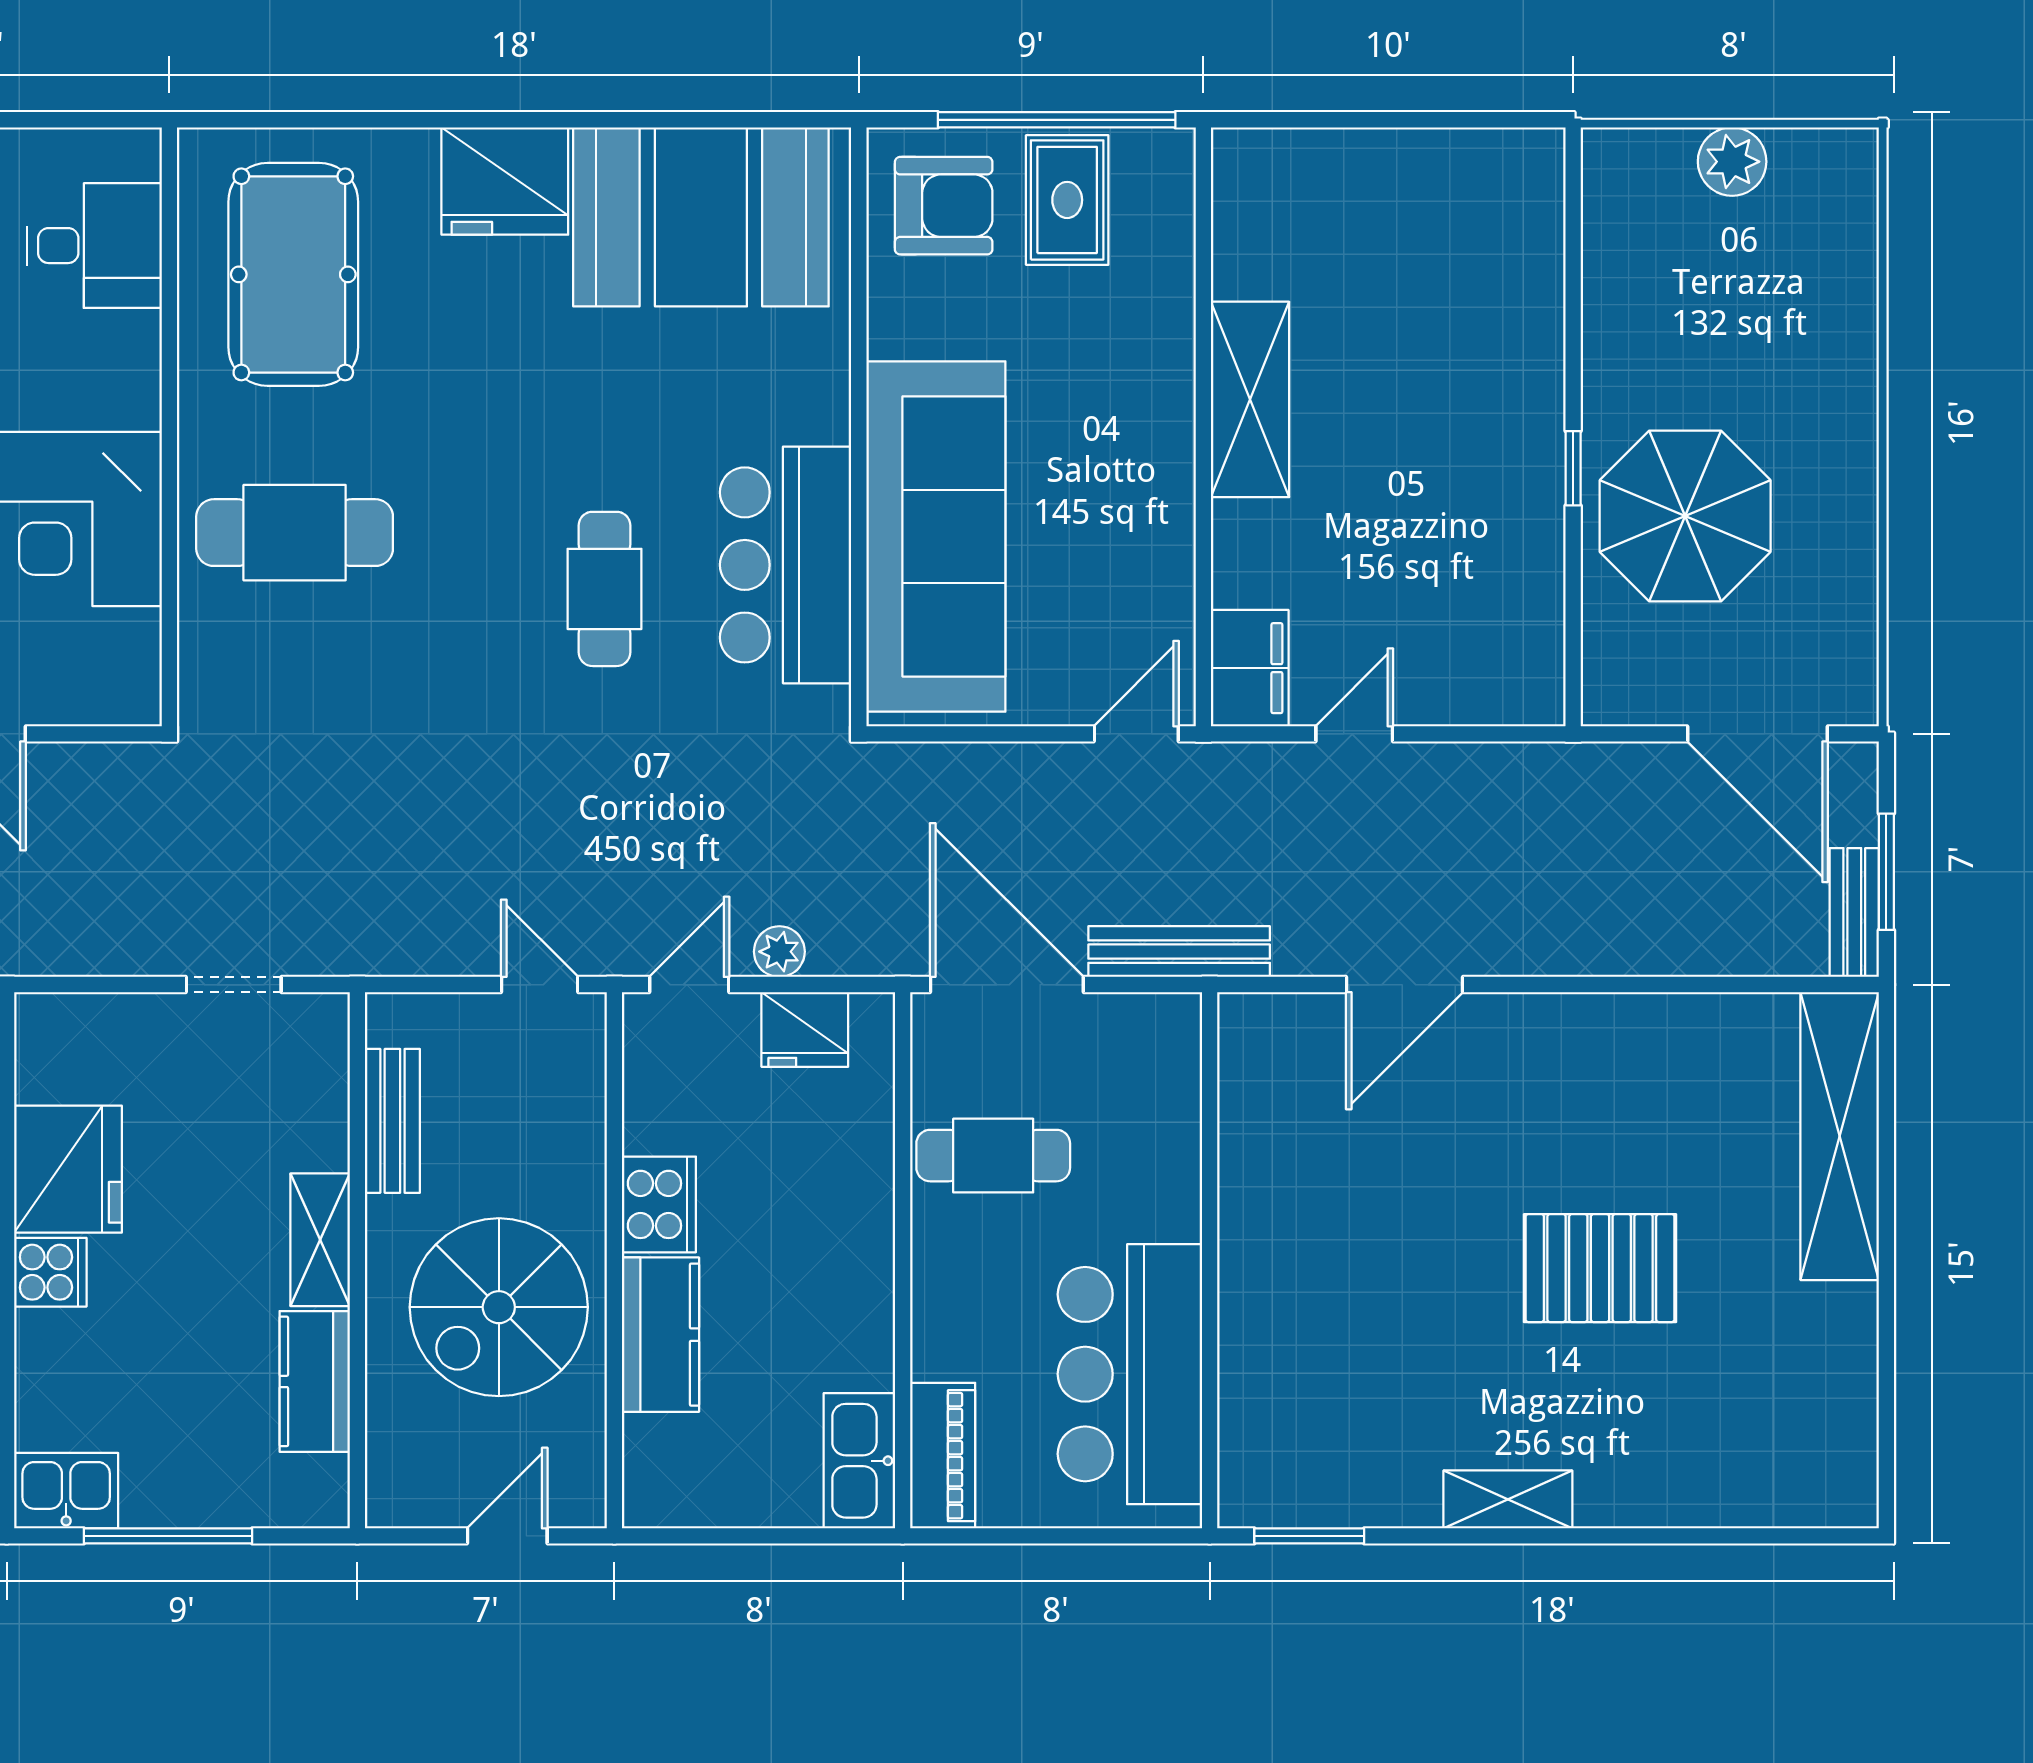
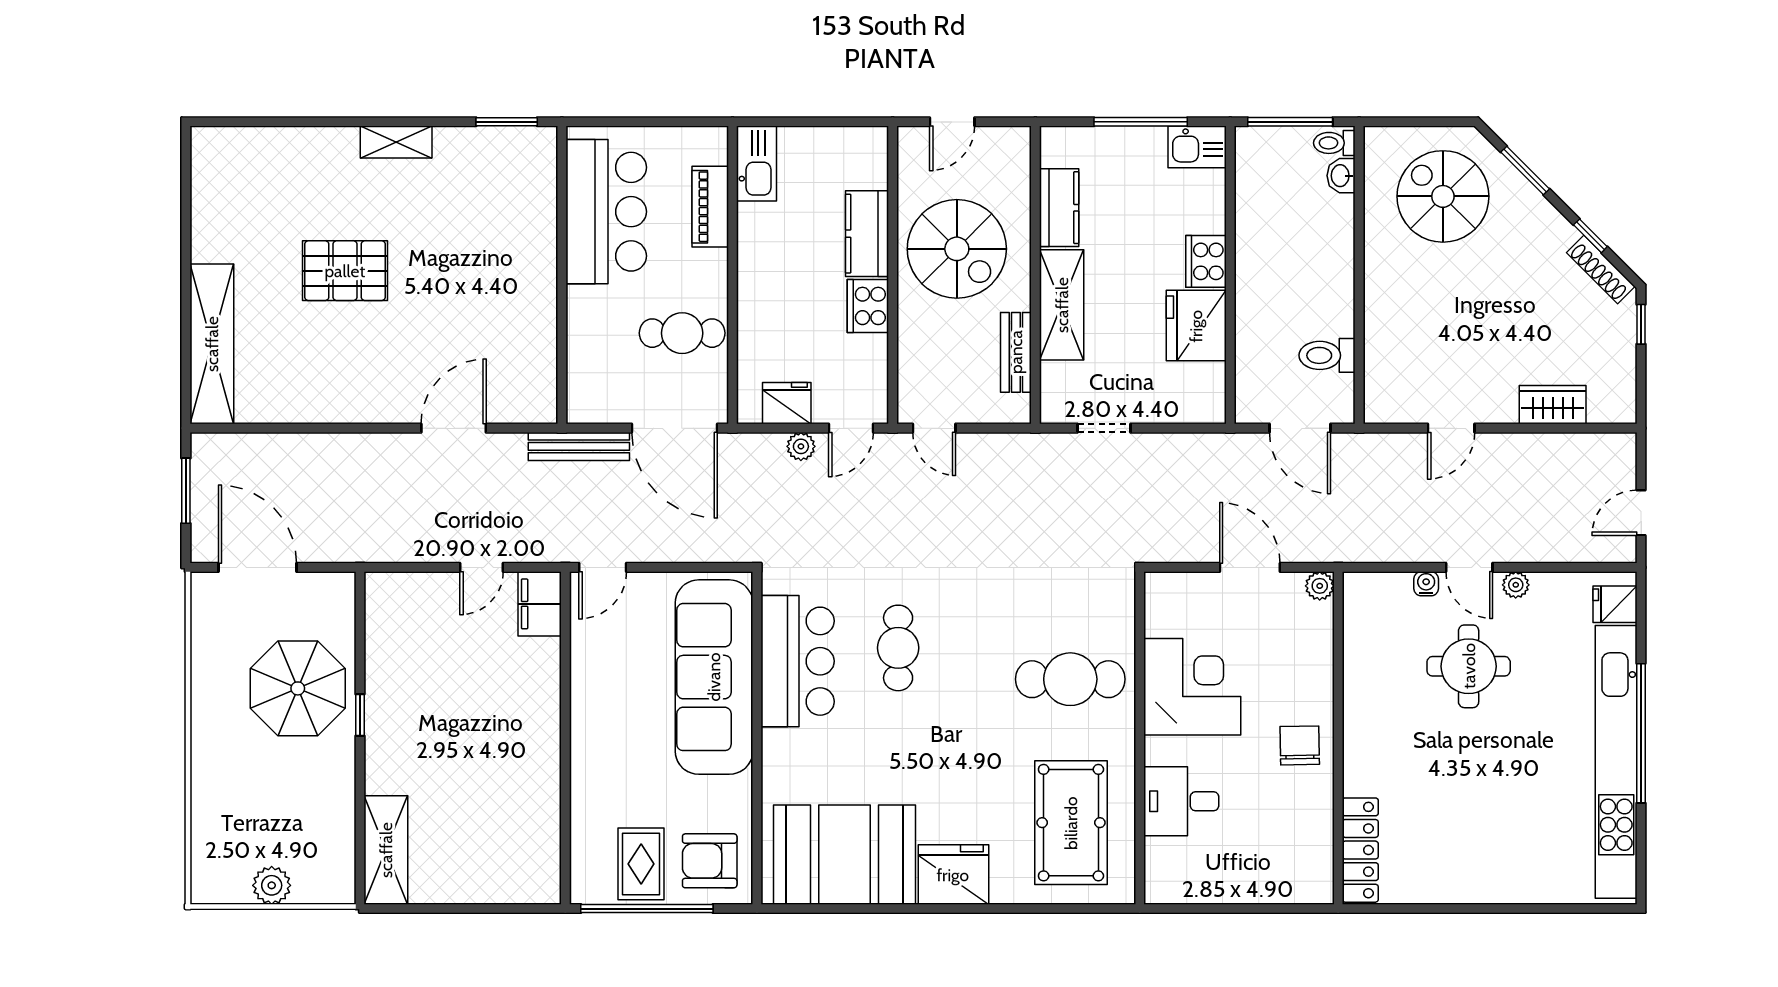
desk: (95, 246) -> (1181, 801), moved
shelving: (1250, 399) -> (386, 850), moved
bench: (1854, 913) -> (204, 468), removed
shelving: (320, 1240) -> (1062, 305), width x1.50, depth x1.33
cooker: (50, 1272) -> (1206, 261), width x1.36
spiral stairs: (499, 1307) -> (957, 249), turned 90
piano: (943, 1456) -> (710, 207), moved

